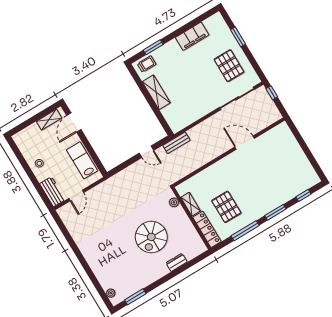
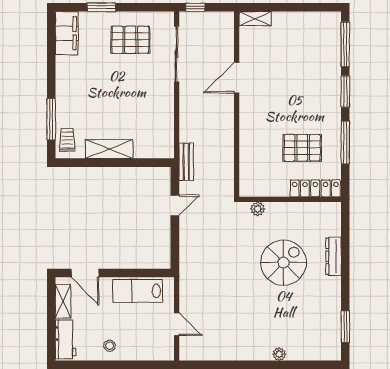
filing cabinet: (192, 36) -> (67, 33), moved
window: (153, 47) -> (51, 119), width x1.44
workbench: (53, 192) -> (66, 339), moved, turned 90
window: (304, 195) -> (345, 44), width x2.17
shelving: (191, 204) -> (255, 19), moved
spiral stairs: (151, 237) -> (283, 263), turned -90
dresser: (177, 262) -> (334, 256), width x1.44
plant: (111, 293) -> (279, 354), moved

